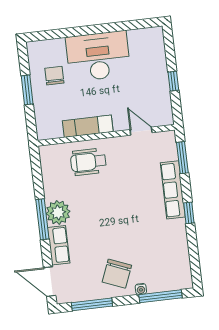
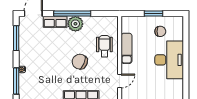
window: (42, 219) -> (72, 14), width x1.46
chair: (117, 274) -> (80, 62), moved

